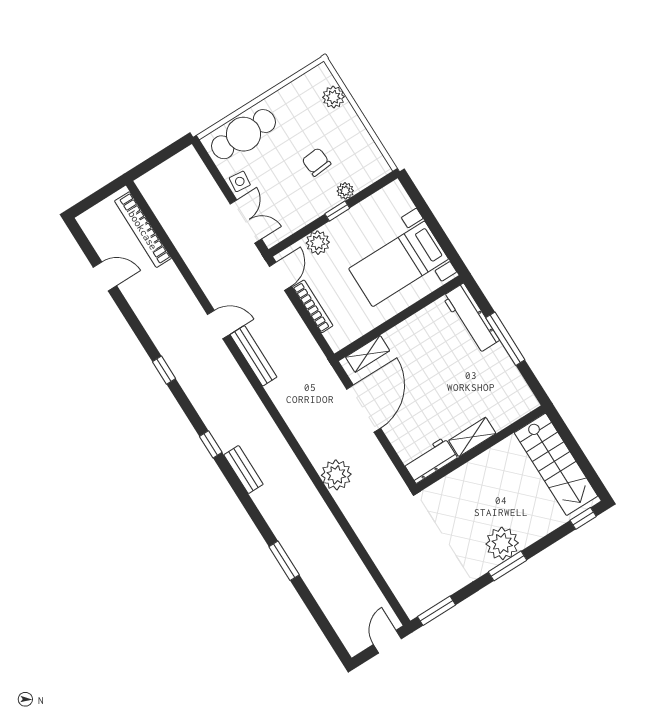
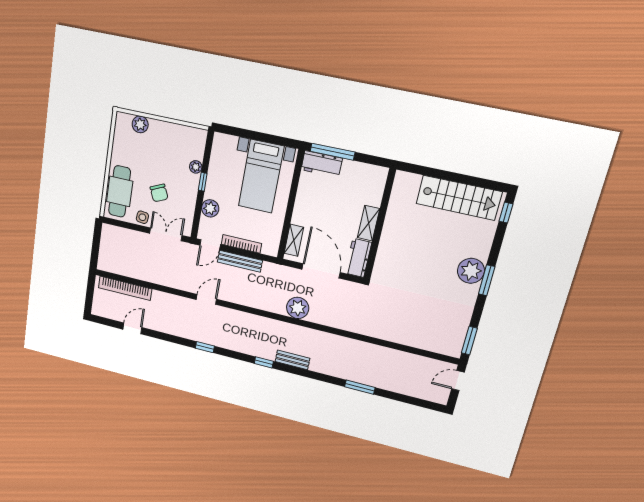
chair: (316, 162) -> (159, 193), moved, turned -109
door: (280, 276) -> (210, 245), swing flipped
workbench: (471, 318) -> (322, 164), width x0.73
window: (505, 339) -> (333, 152), moved
bench: (253, 356) -> (240, 261), moved
shelving: (472, 437) -> (369, 223), moved
wall: (481, 448) -> (380, 225), moved
workbench: (430, 460) -> (358, 258), moved
plant: (336, 475) -> (298, 308), moved
door: (387, 642) -> (458, 381), hinge flipped

